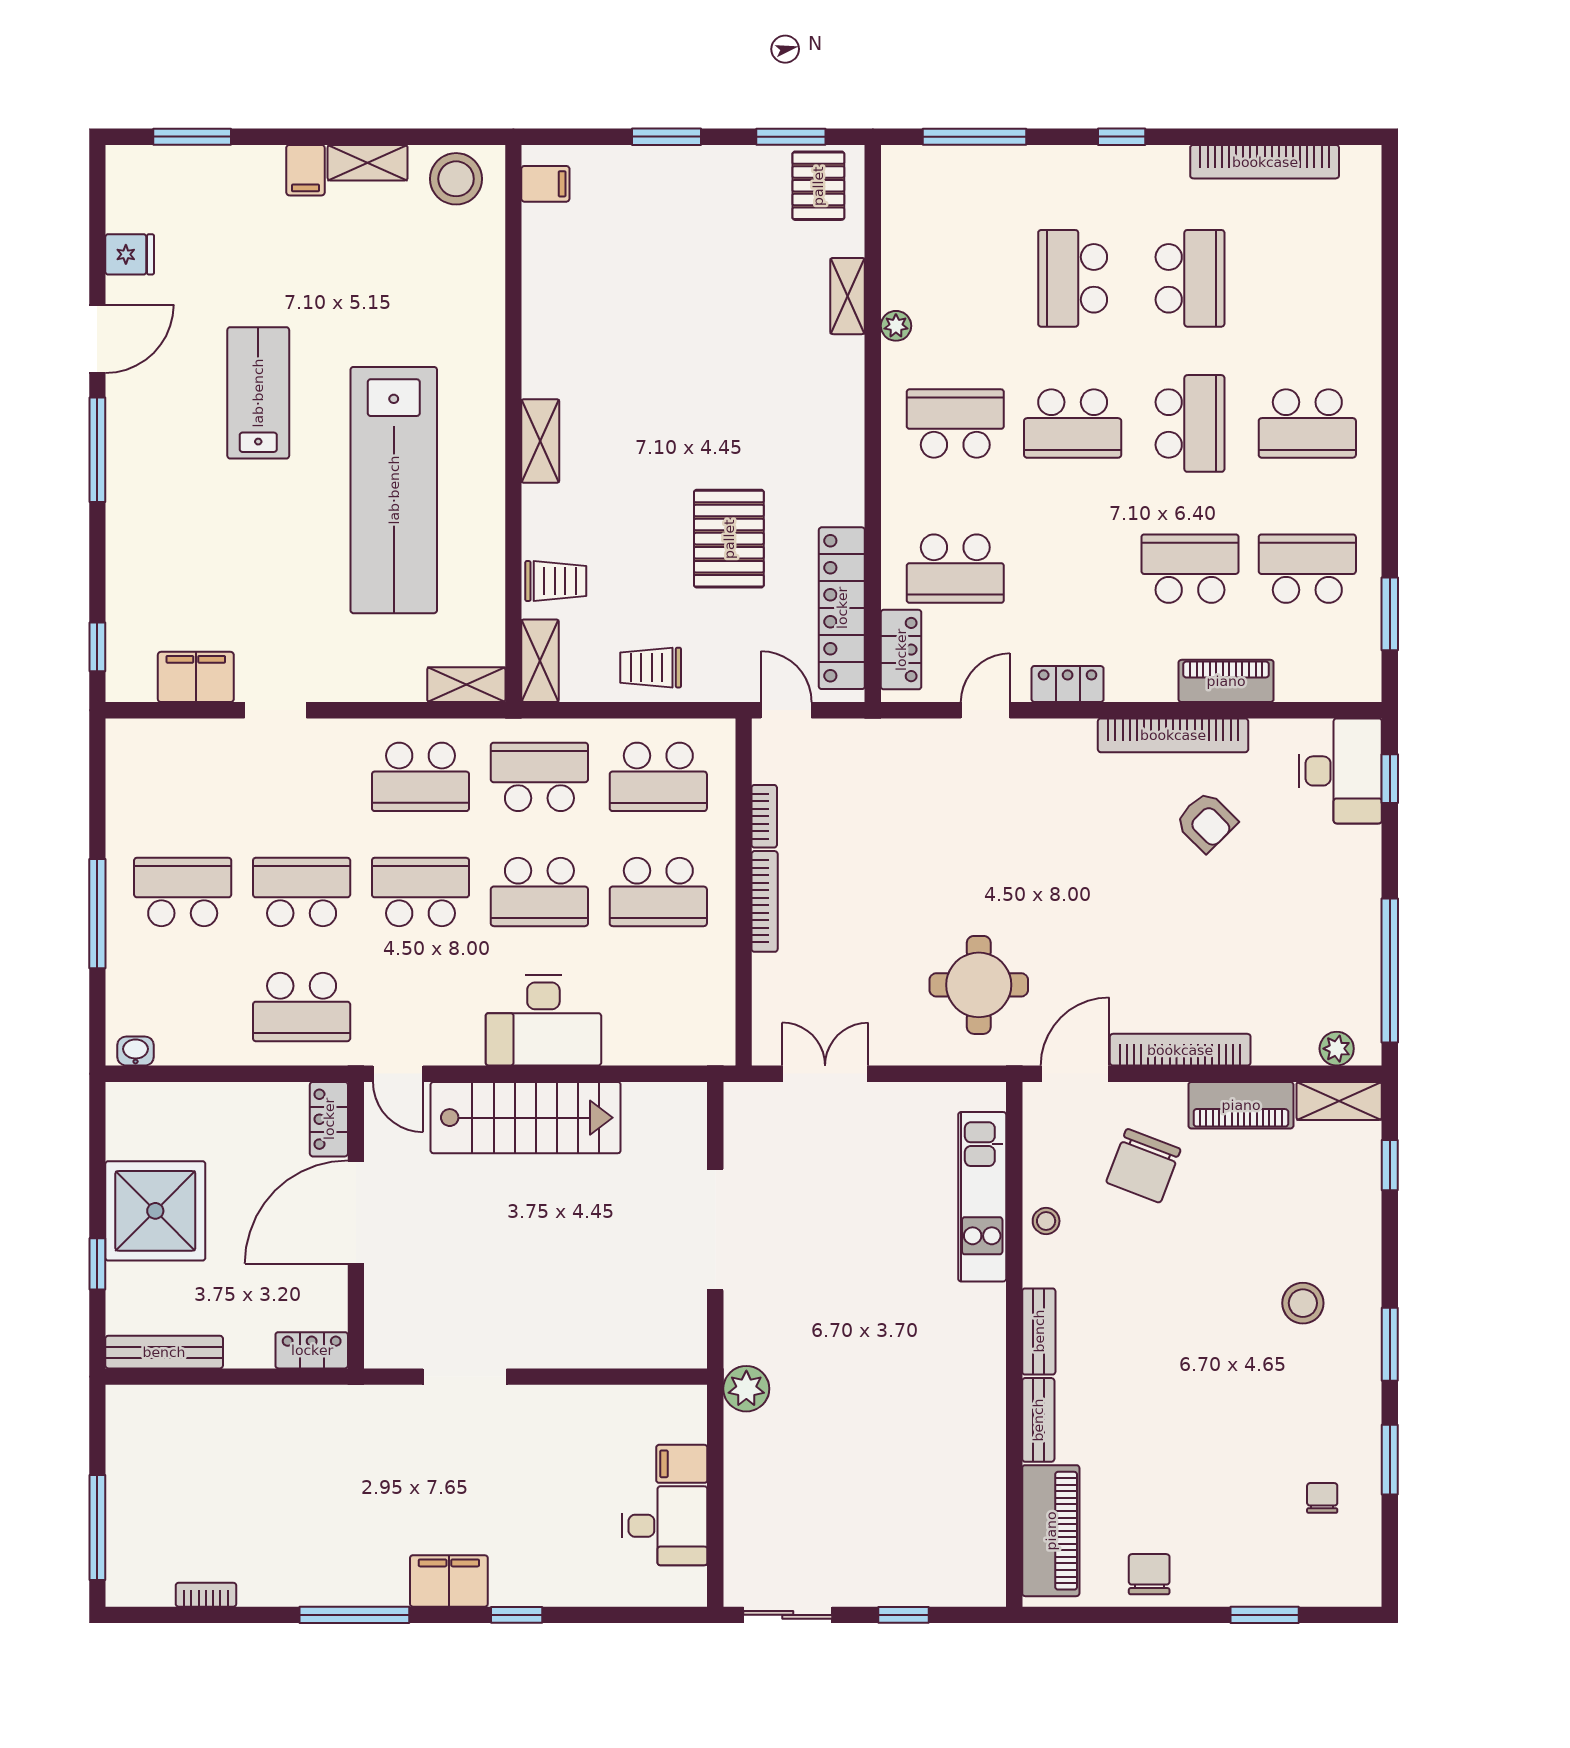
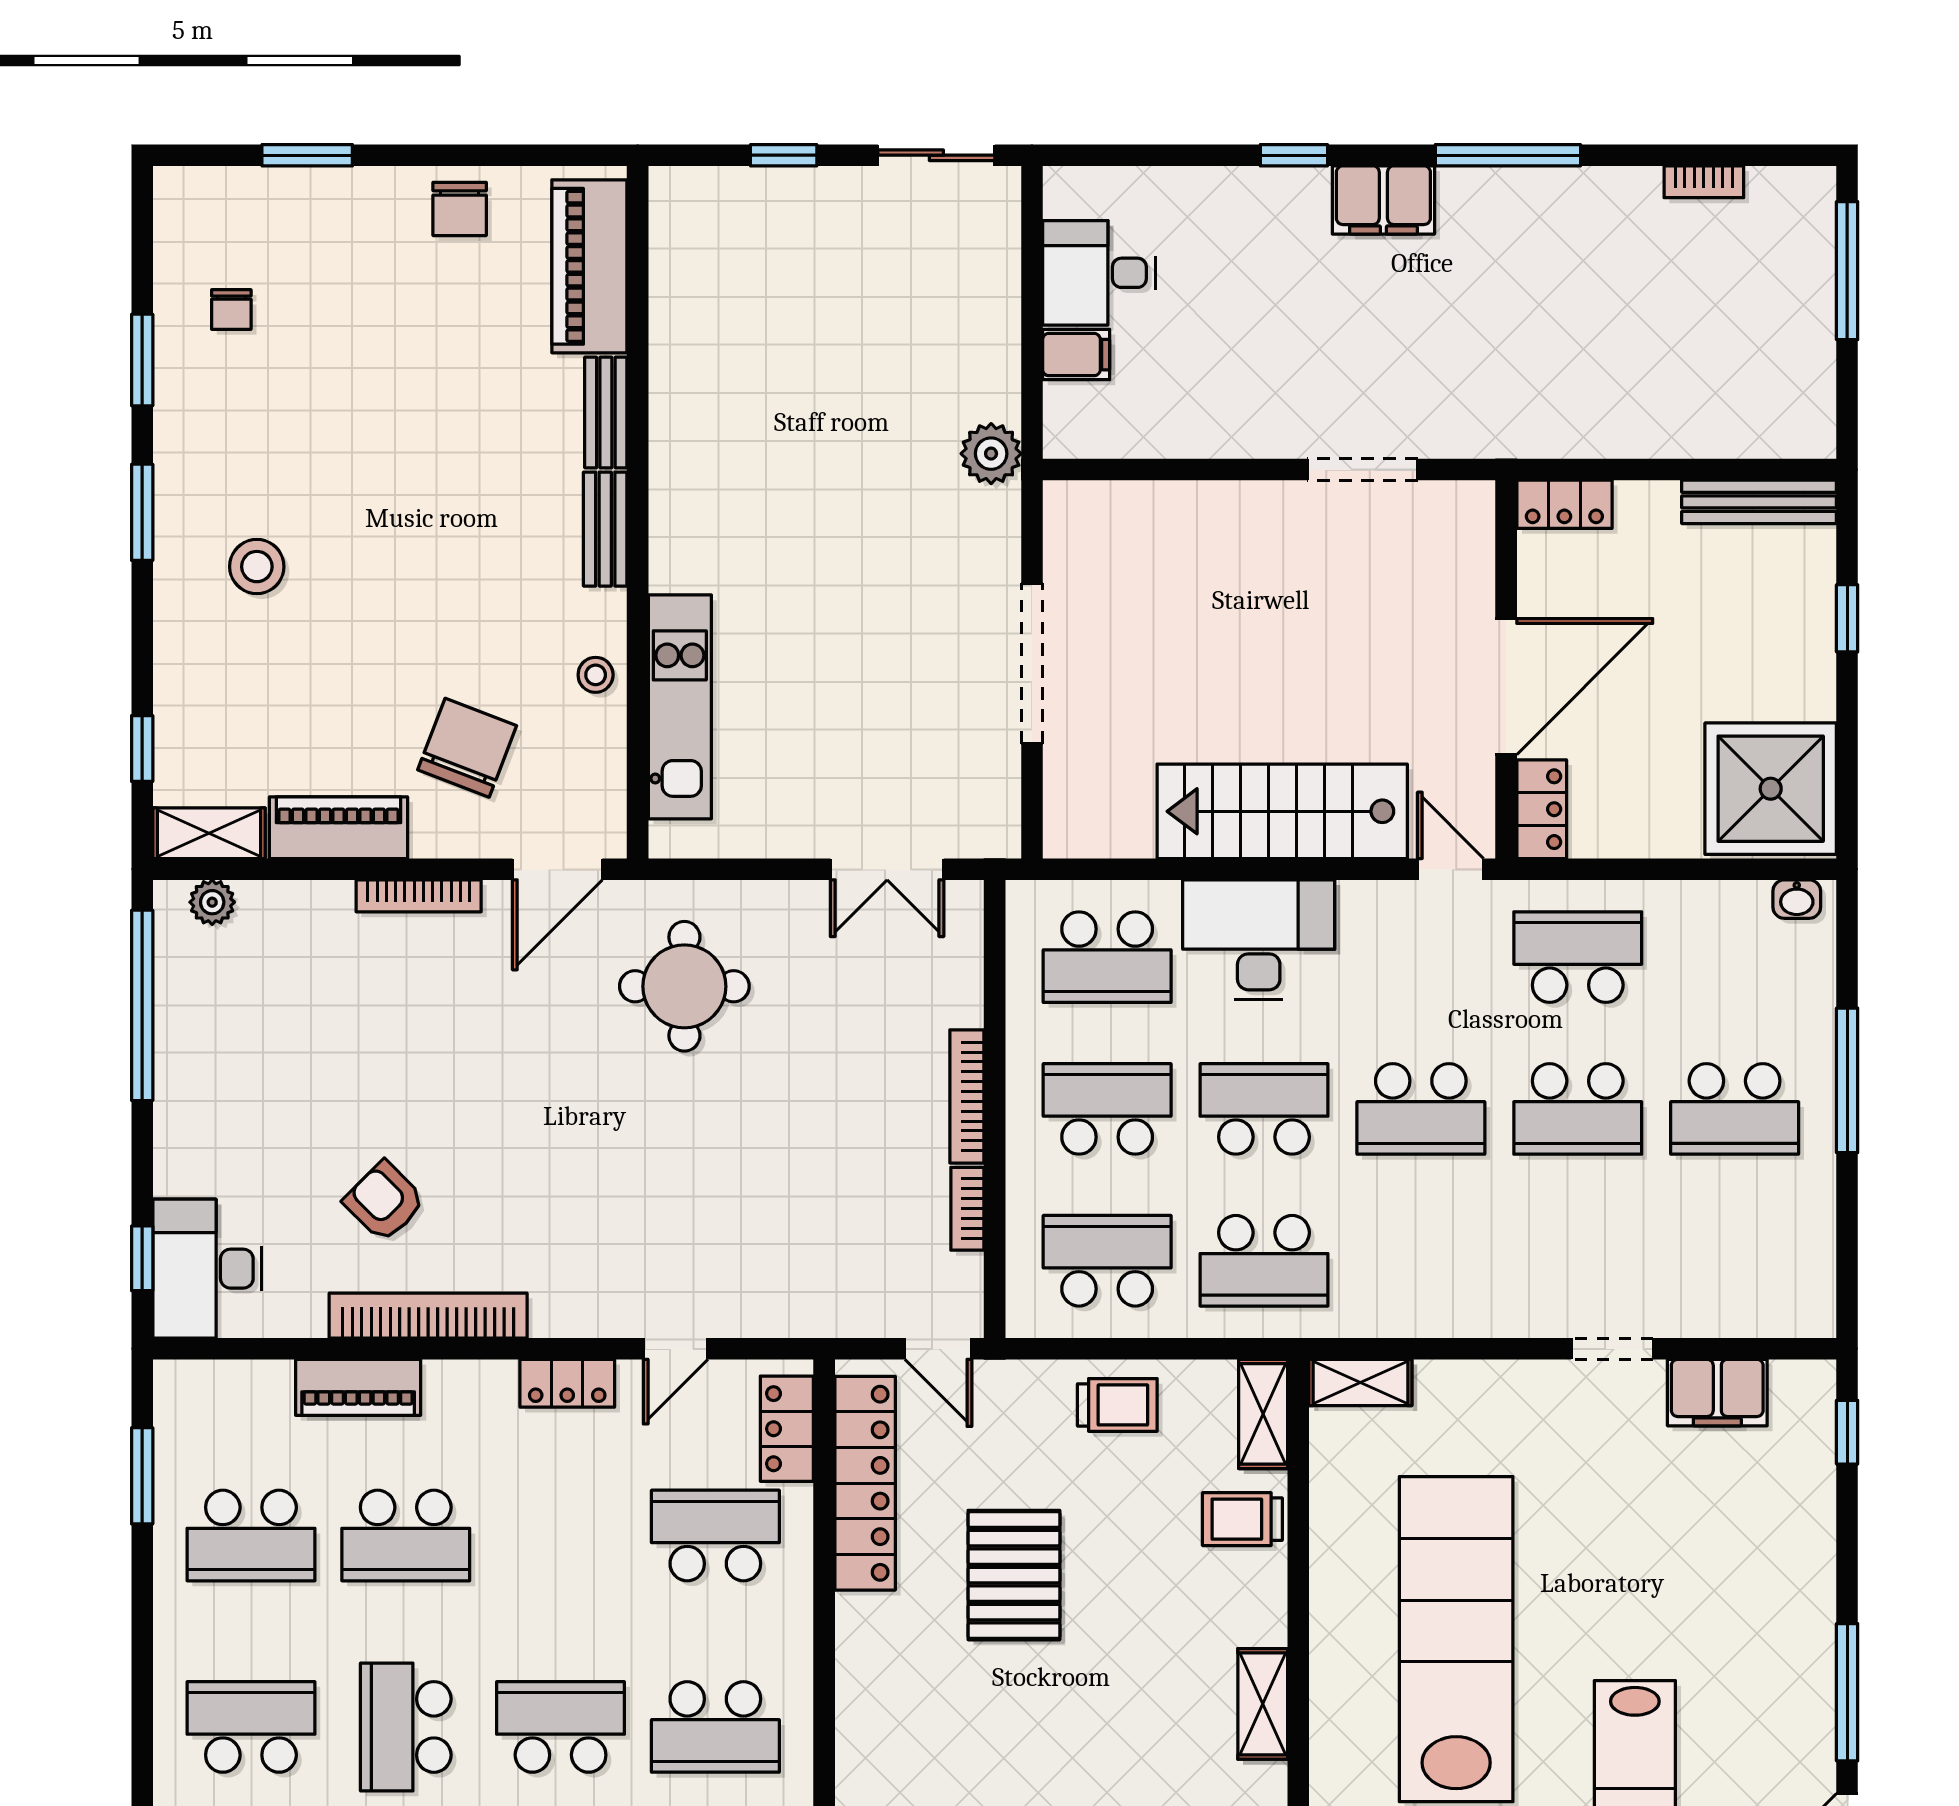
school desk: (420, 777) -> (1107, 957), moved, turned 180
bookcase: (1180, 1050) -> (419, 896), width x0.68, depth x0.76
shower: (155, 1211) -> (1771, 789), moved

